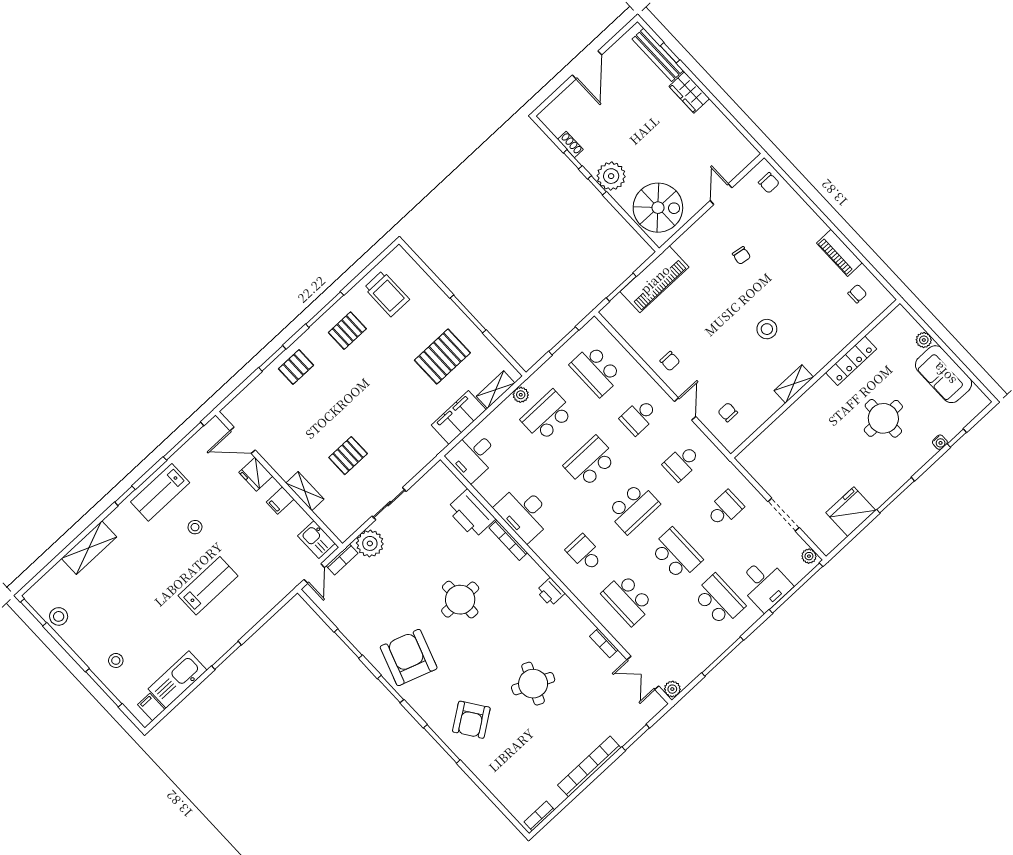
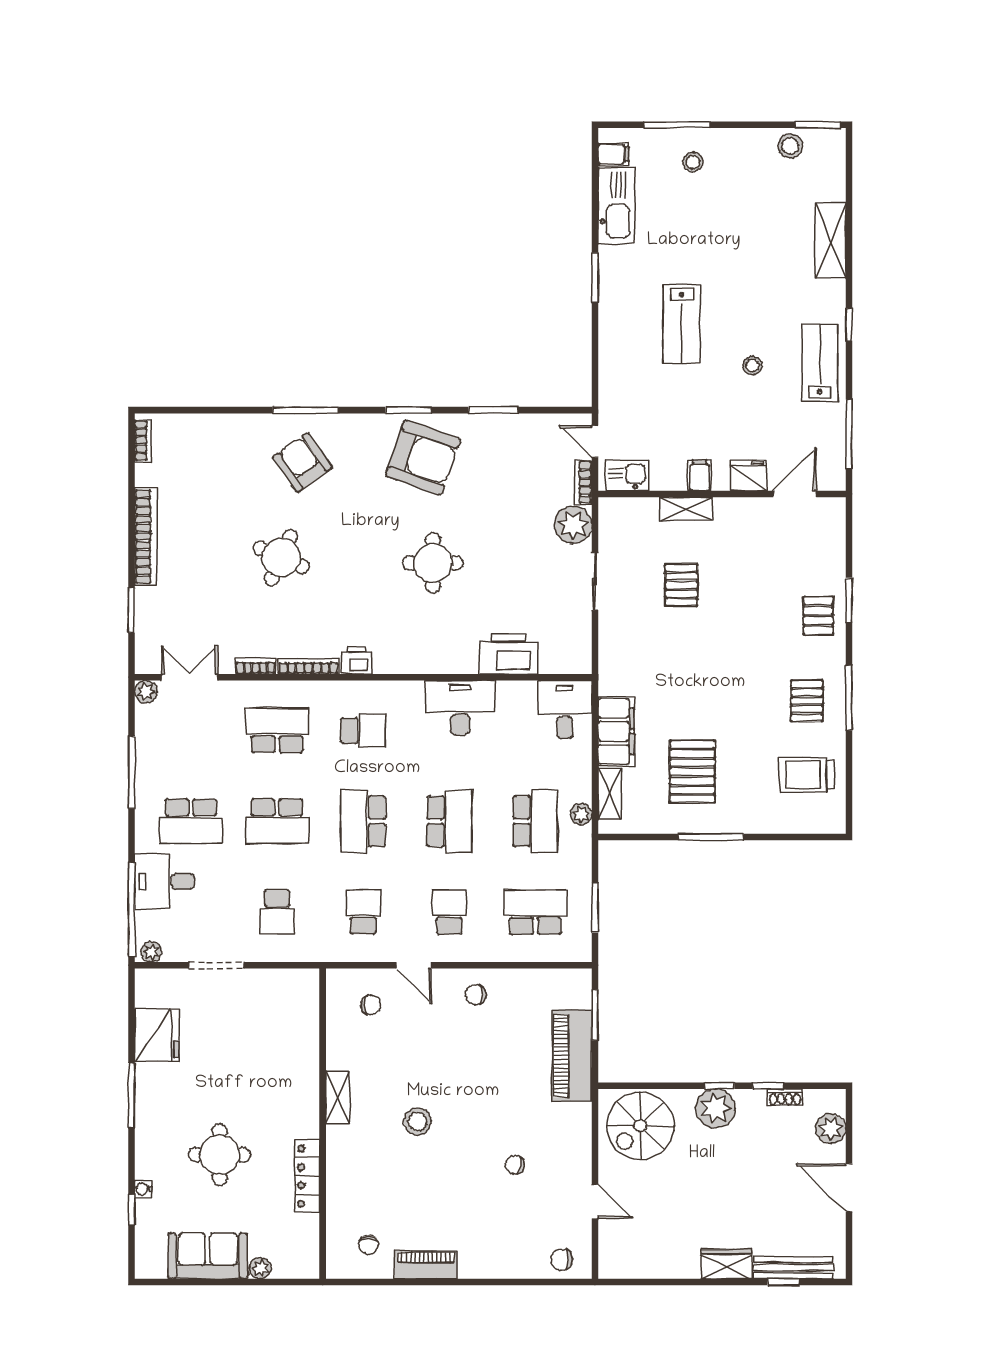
plant: (564, 104) -> (831, 1129), added
bookcase: (508, 540) -> (308, 666), moved

